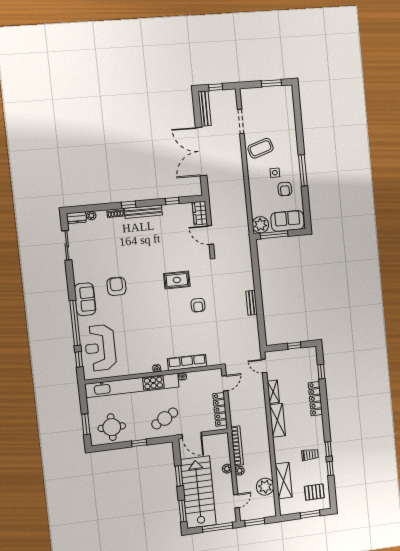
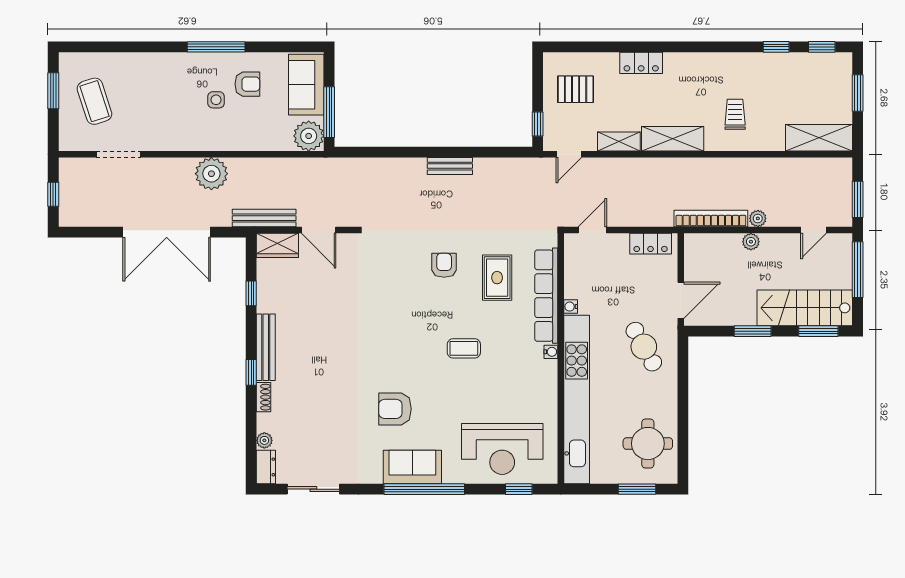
bench: (205, 109) -> (264, 218), moved
coffee table: (261, 148) -> (94, 101), moved
door: (210, 235) -> (319, 230), hinge flipped
rug: (177, 280) -> (497, 278), moved
armchair: (198, 305) -> (444, 265), turned -90
coffee table: (154, 321) -> (464, 348), added
window: (75, 323) -> (424, 489), moved
window: (294, 346) -> (538, 124), moved
row of seats: (187, 362) -> (546, 296), width x1.36
window: (321, 372) -> (592, 47), removed
door: (225, 383) -> (592, 230), hinge flipped
locker: (315, 399) -> (641, 63), width x0.66
locker: (220, 409) -> (651, 244), width x0.66
window: (139, 443) -> (683, 397), removed
window: (328, 449) -> (822, 47), moved
trolley: (310, 455) -> (735, 114), moved
shelving: (284, 481) -> (819, 138), moved
plant: (265, 487) -> (211, 174), moved
stairs: (198, 492) -> (805, 308), width x0.73, depth x0.66
pallet: (314, 492) -> (576, 89), moved, turned 90
door: (236, 501) -> (814, 230), swing flipped

